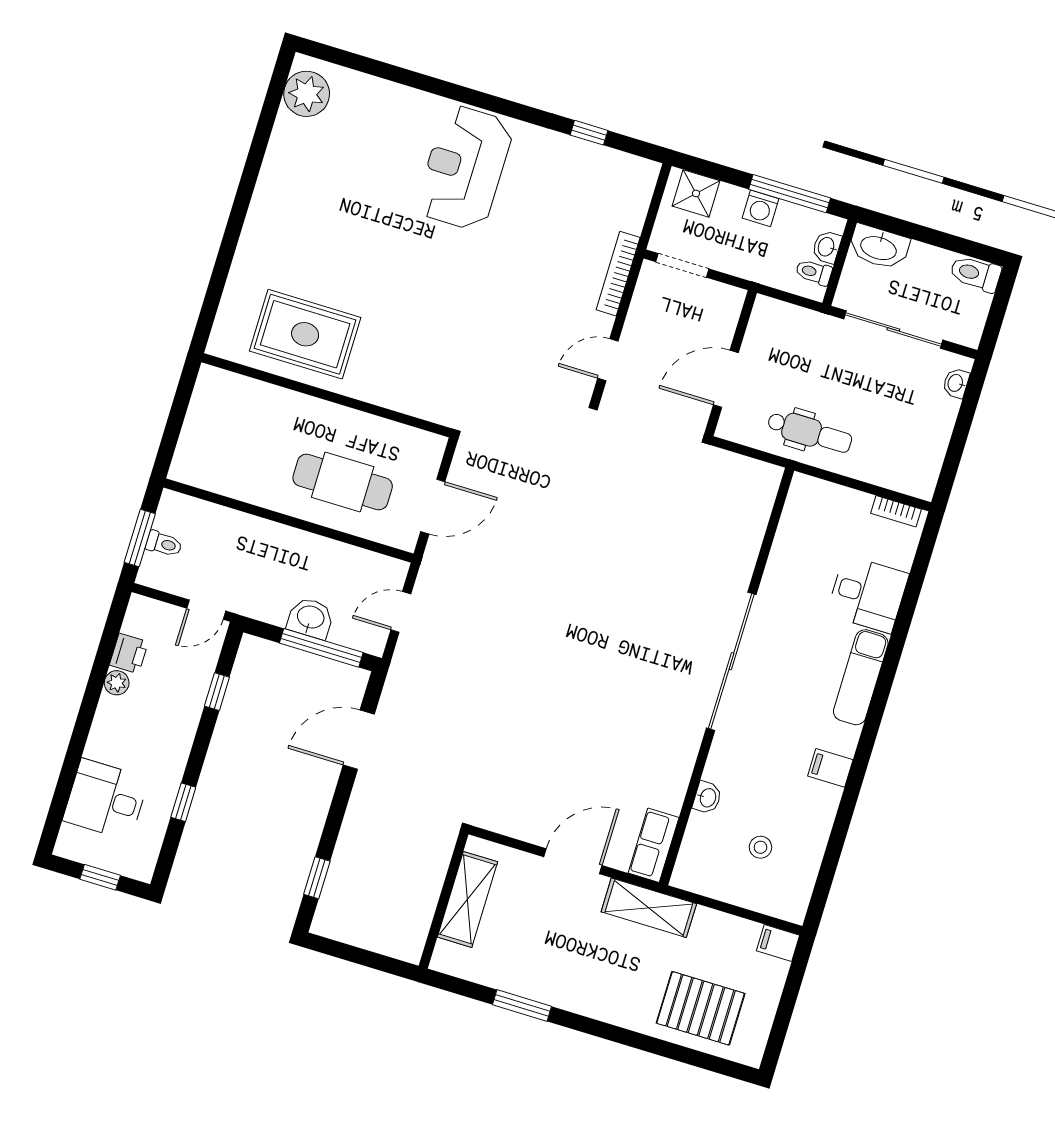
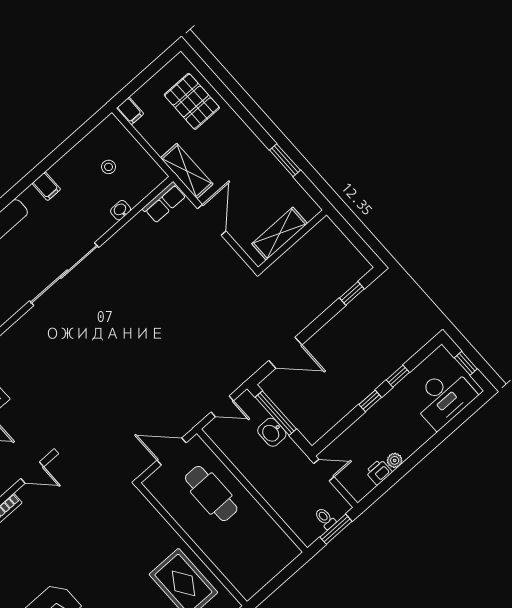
window: (217, 692) -> (370, 401), moved
desk: (106, 799) -> (443, 397), width x1.37
door: (573, 861) -> (212, 220), swing flipped

